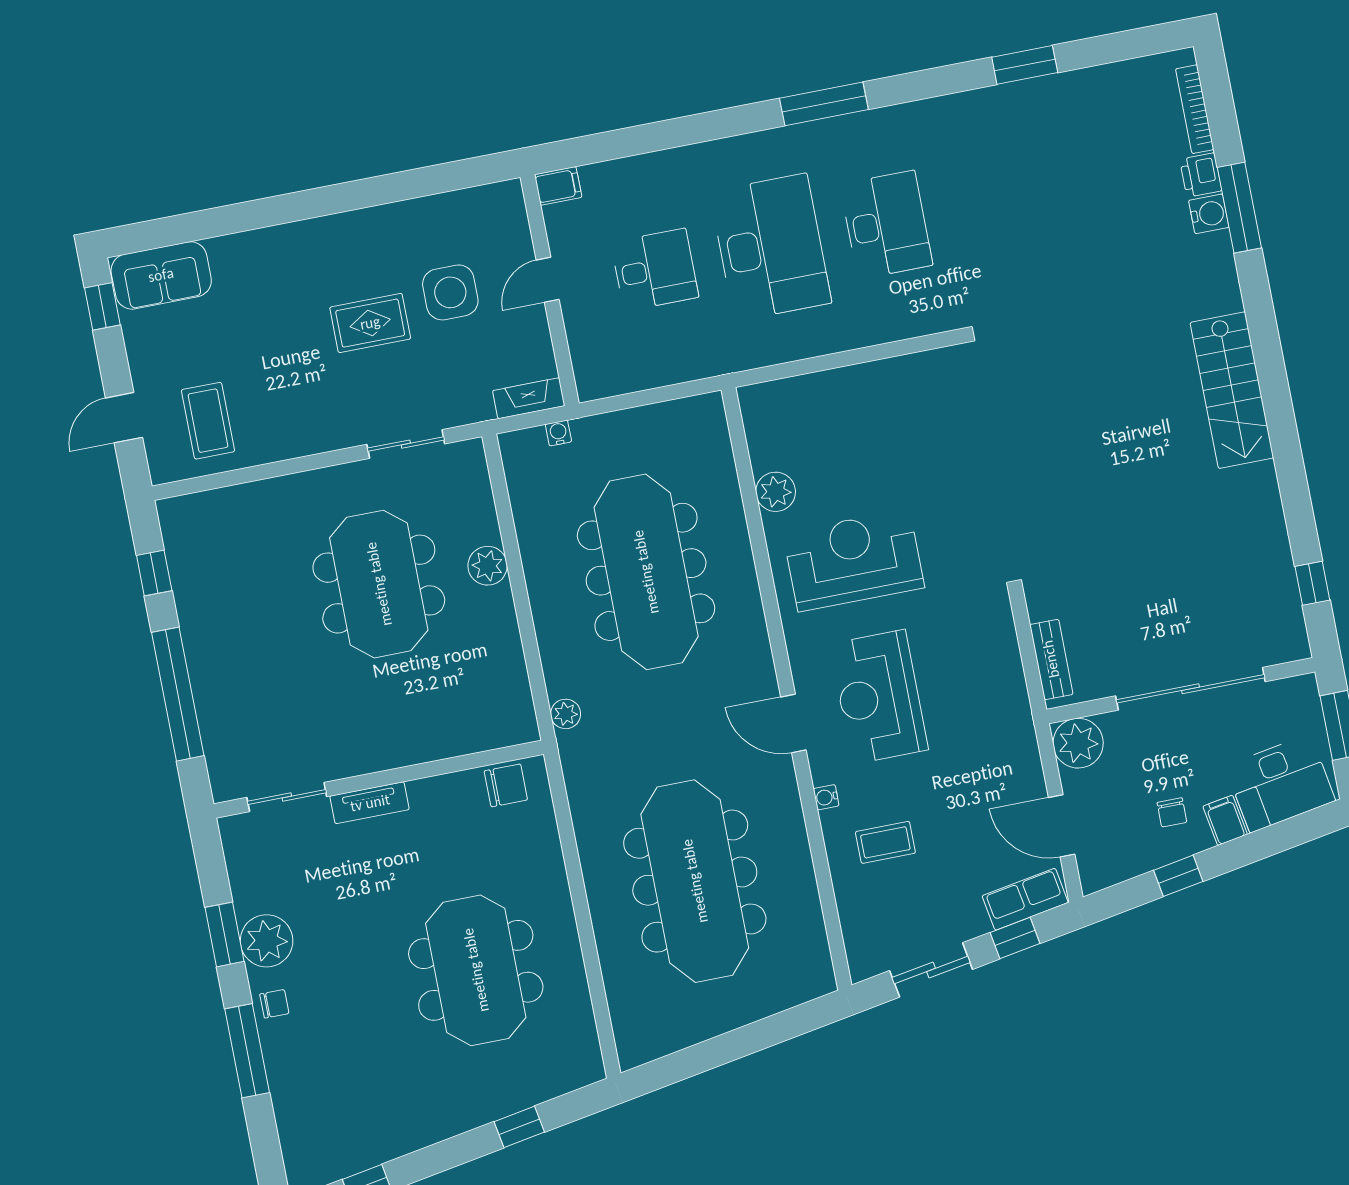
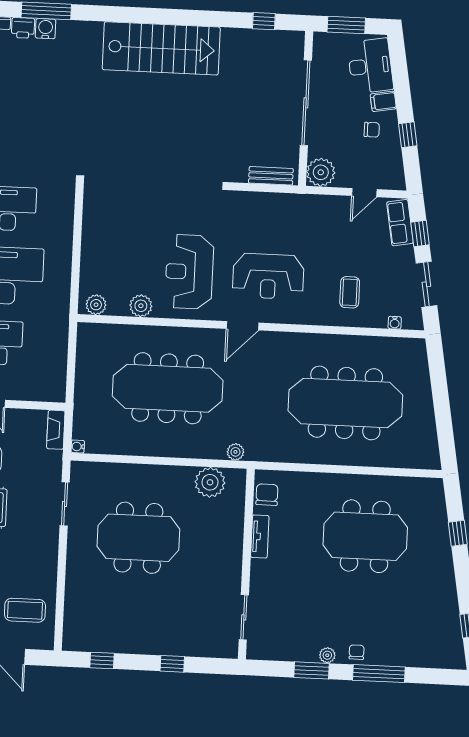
stairs: (1232, 390) -> (161, 48), width x1.36, depth x1.51
plant: (759, 415) -> (96, 305), added
water cooler: (558, 433) -> (78, 447), moved
plant: (488, 566) -> (210, 482), moved, width x1.36, depth x1.36
window: (178, 694) -> (172, 664), width x0.32
door: (793, 724) -> (243, 326), moved
water cooler: (826, 797) -> (395, 323), moved
tv unit: (370, 803) -> (260, 536), moved
door: (1062, 826) -> (364, 193), width x0.73
plant: (267, 941) -> (327, 655), width x0.53, depth x0.53

